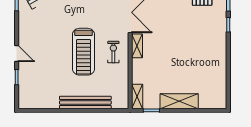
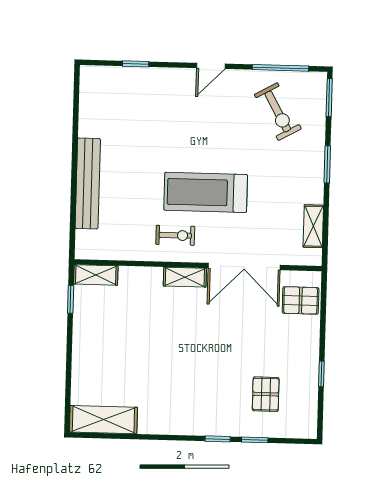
treadmill: (83, 52) -> (206, 192), moved
door: (17, 54) -> (211, 66), moved
shelving: (179, 101) -> (103, 420), moved, turned 90

